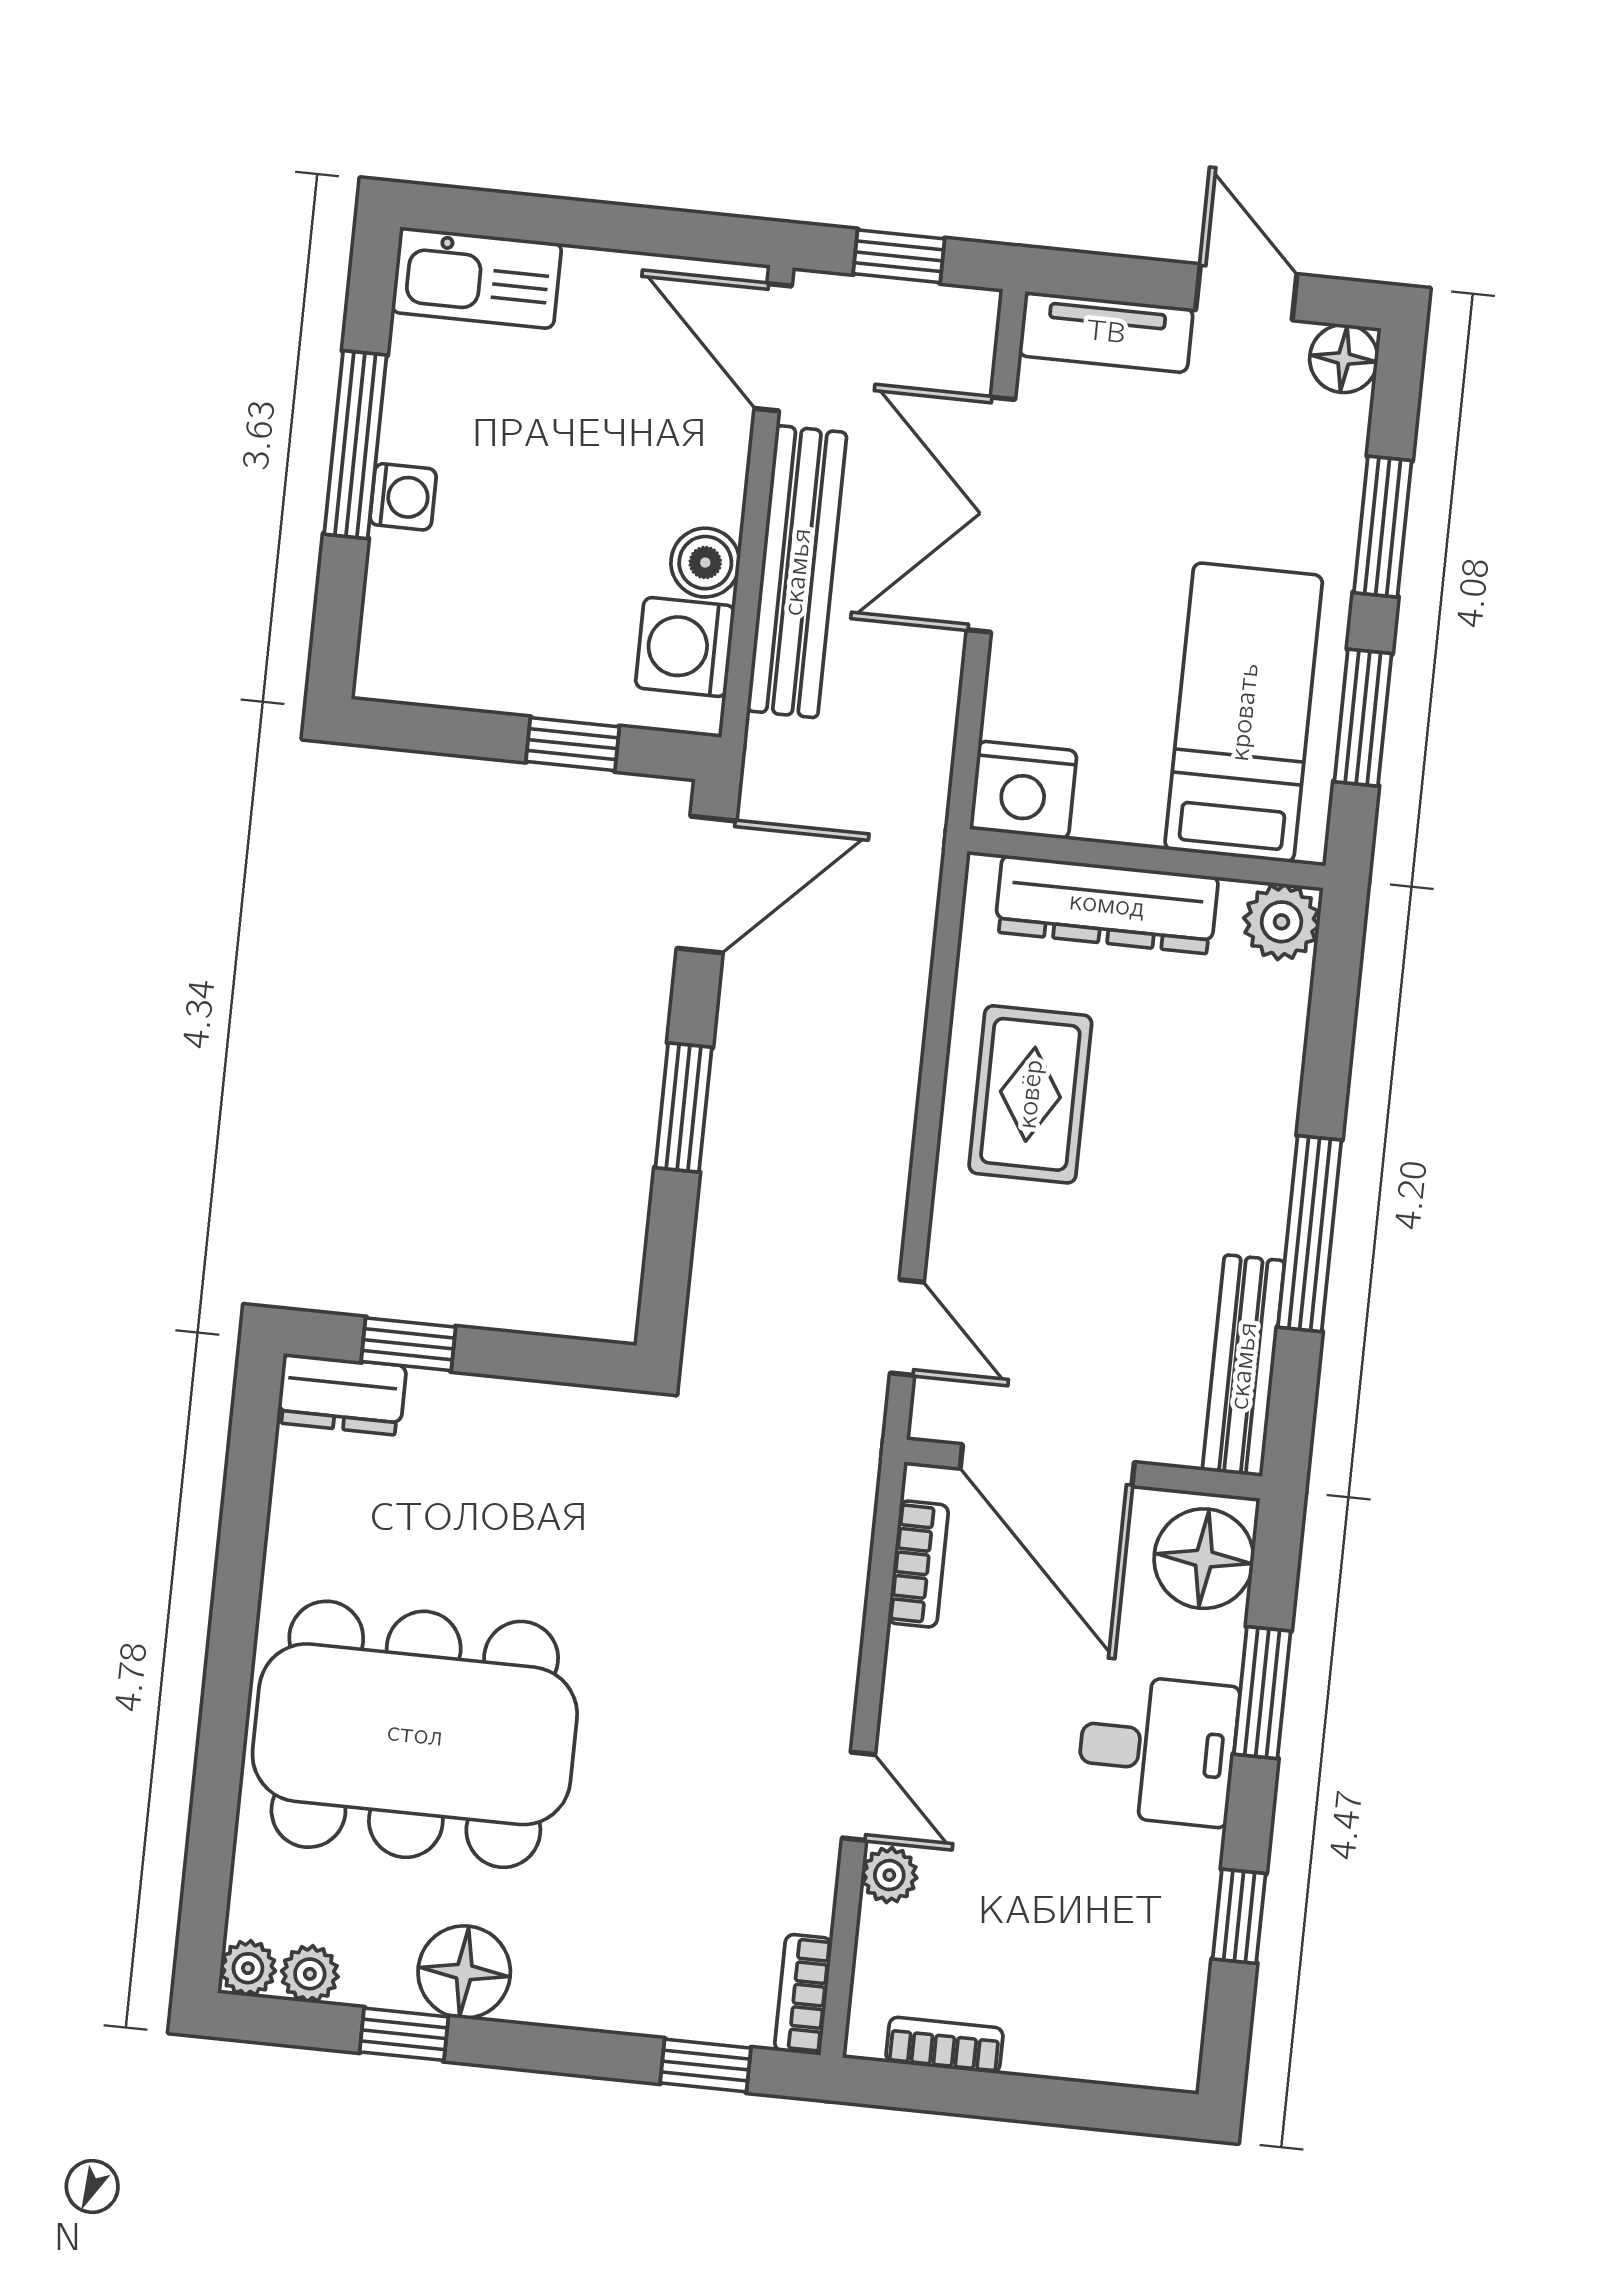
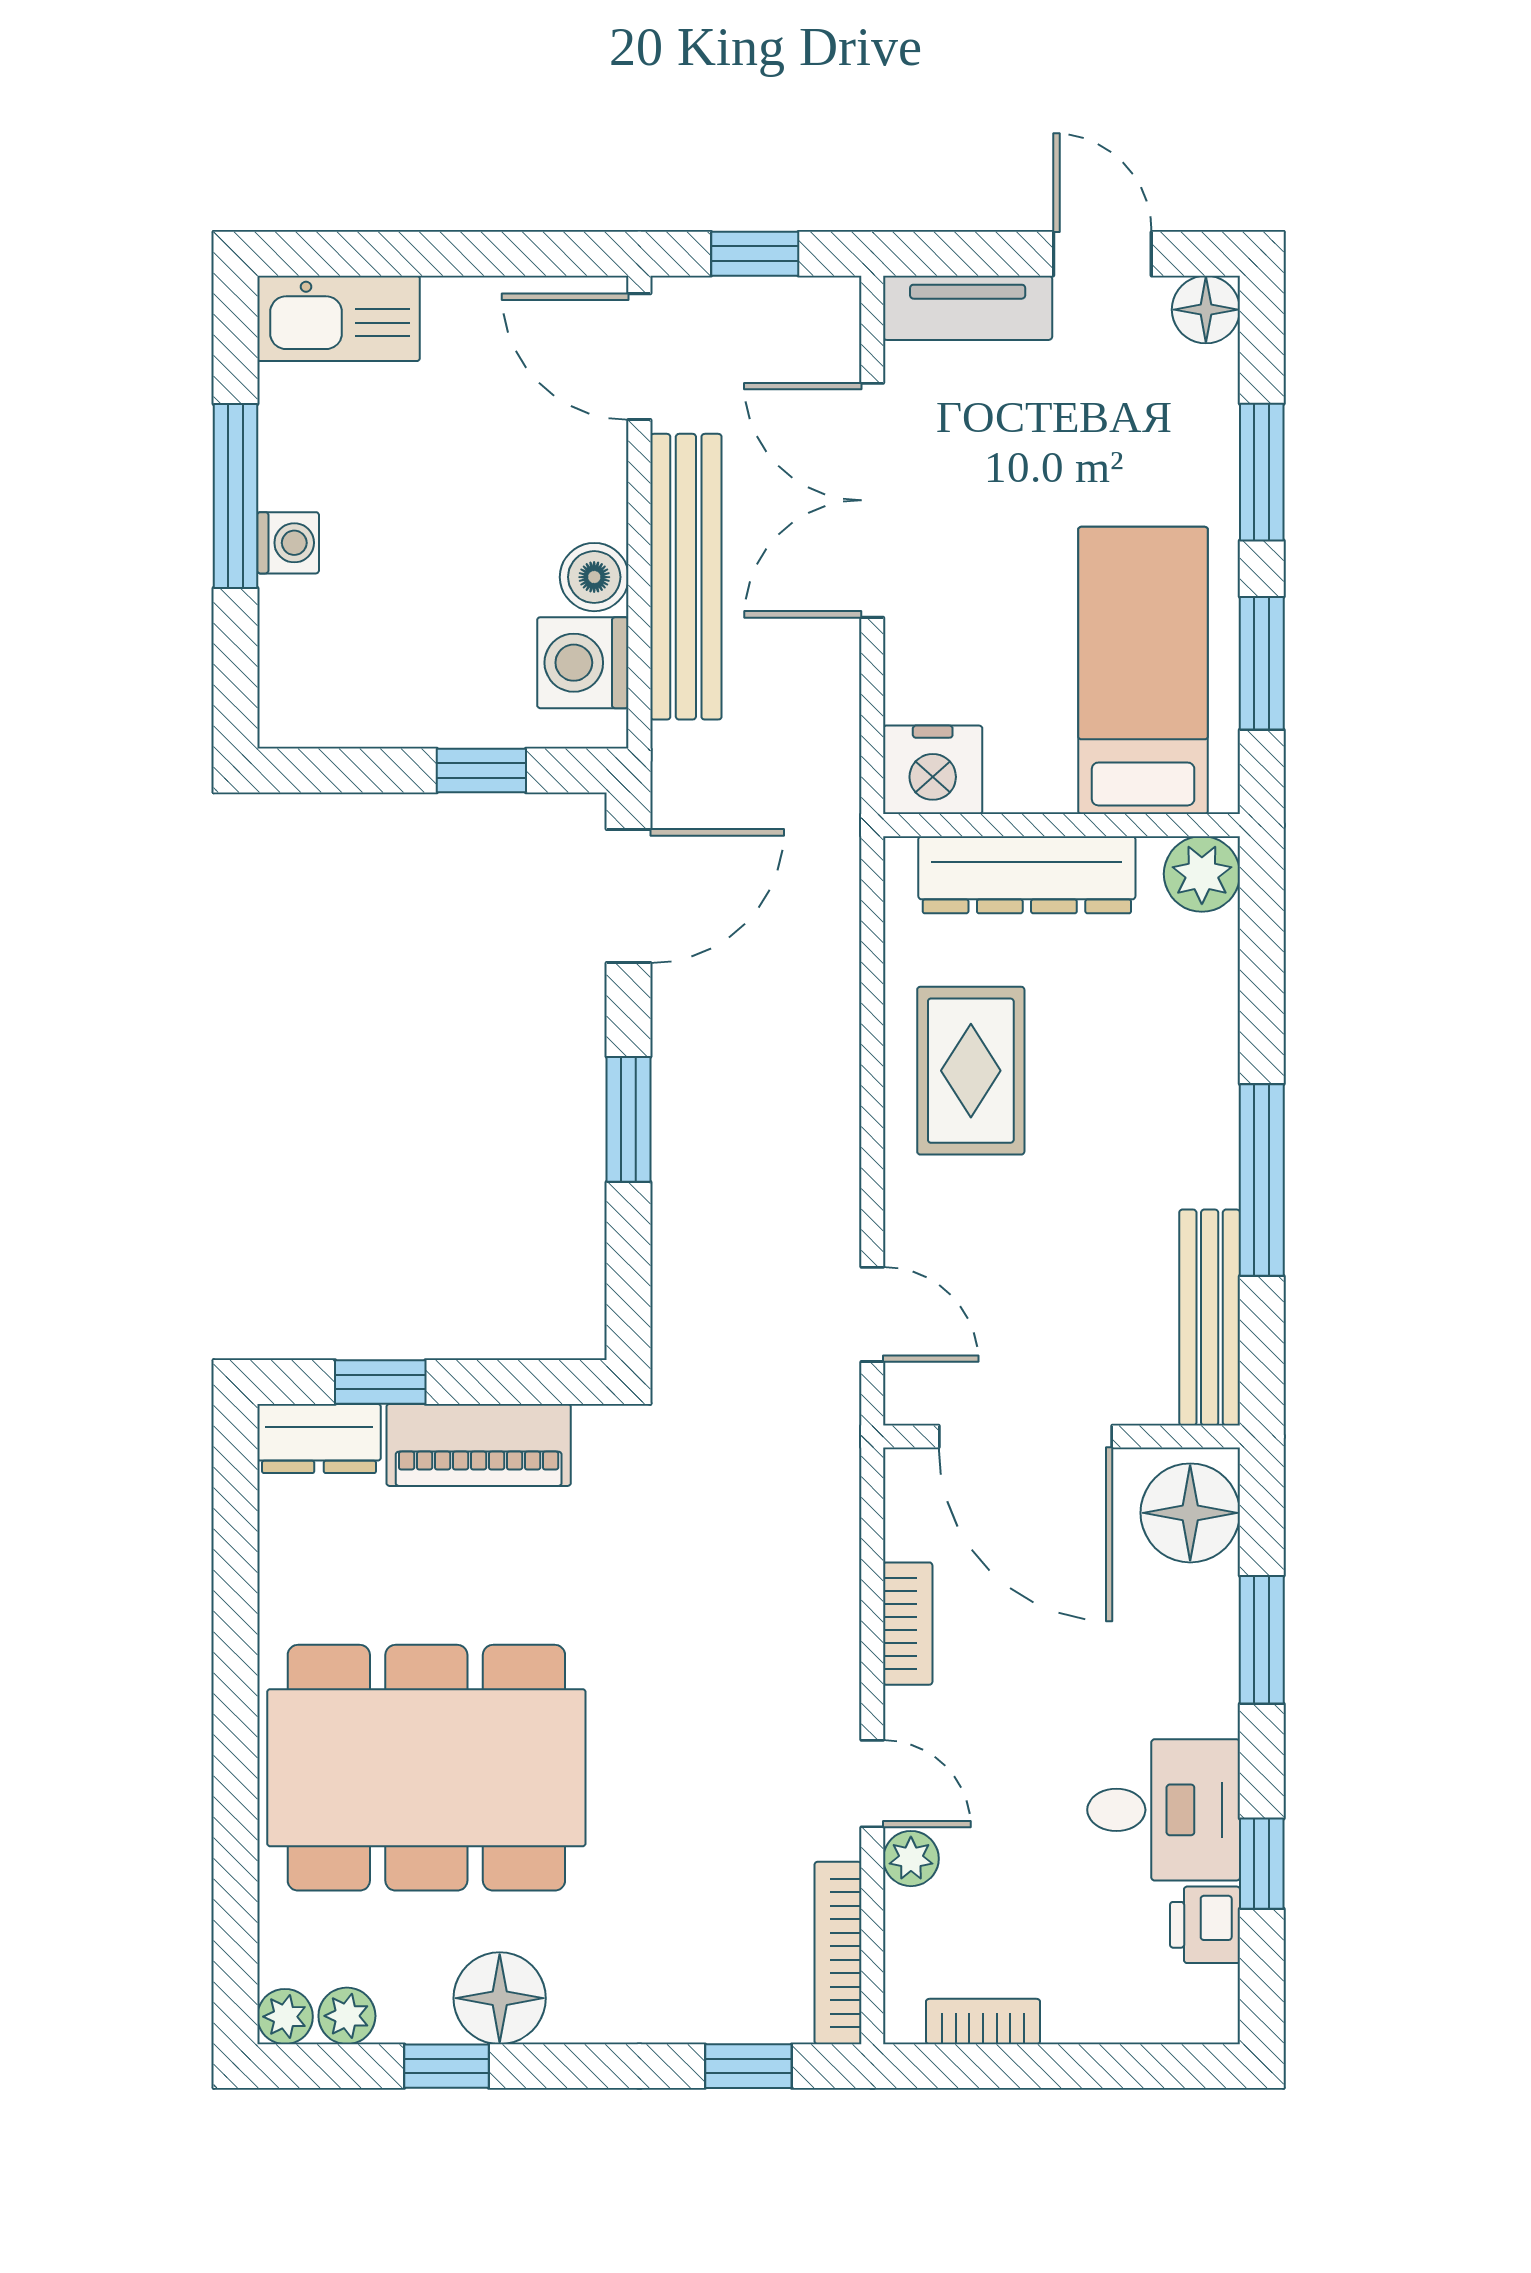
piano: (500, 1417) -> (479, 1445), added
bookcase: (918, 1564) -> (908, 1624), moved
desk: (1157, 1750) -> (1164, 1810), moved
printer: (1176, 1971) -> (1205, 1925), added
bookcase: (803, 1995) -> (838, 1953), width x1.56

